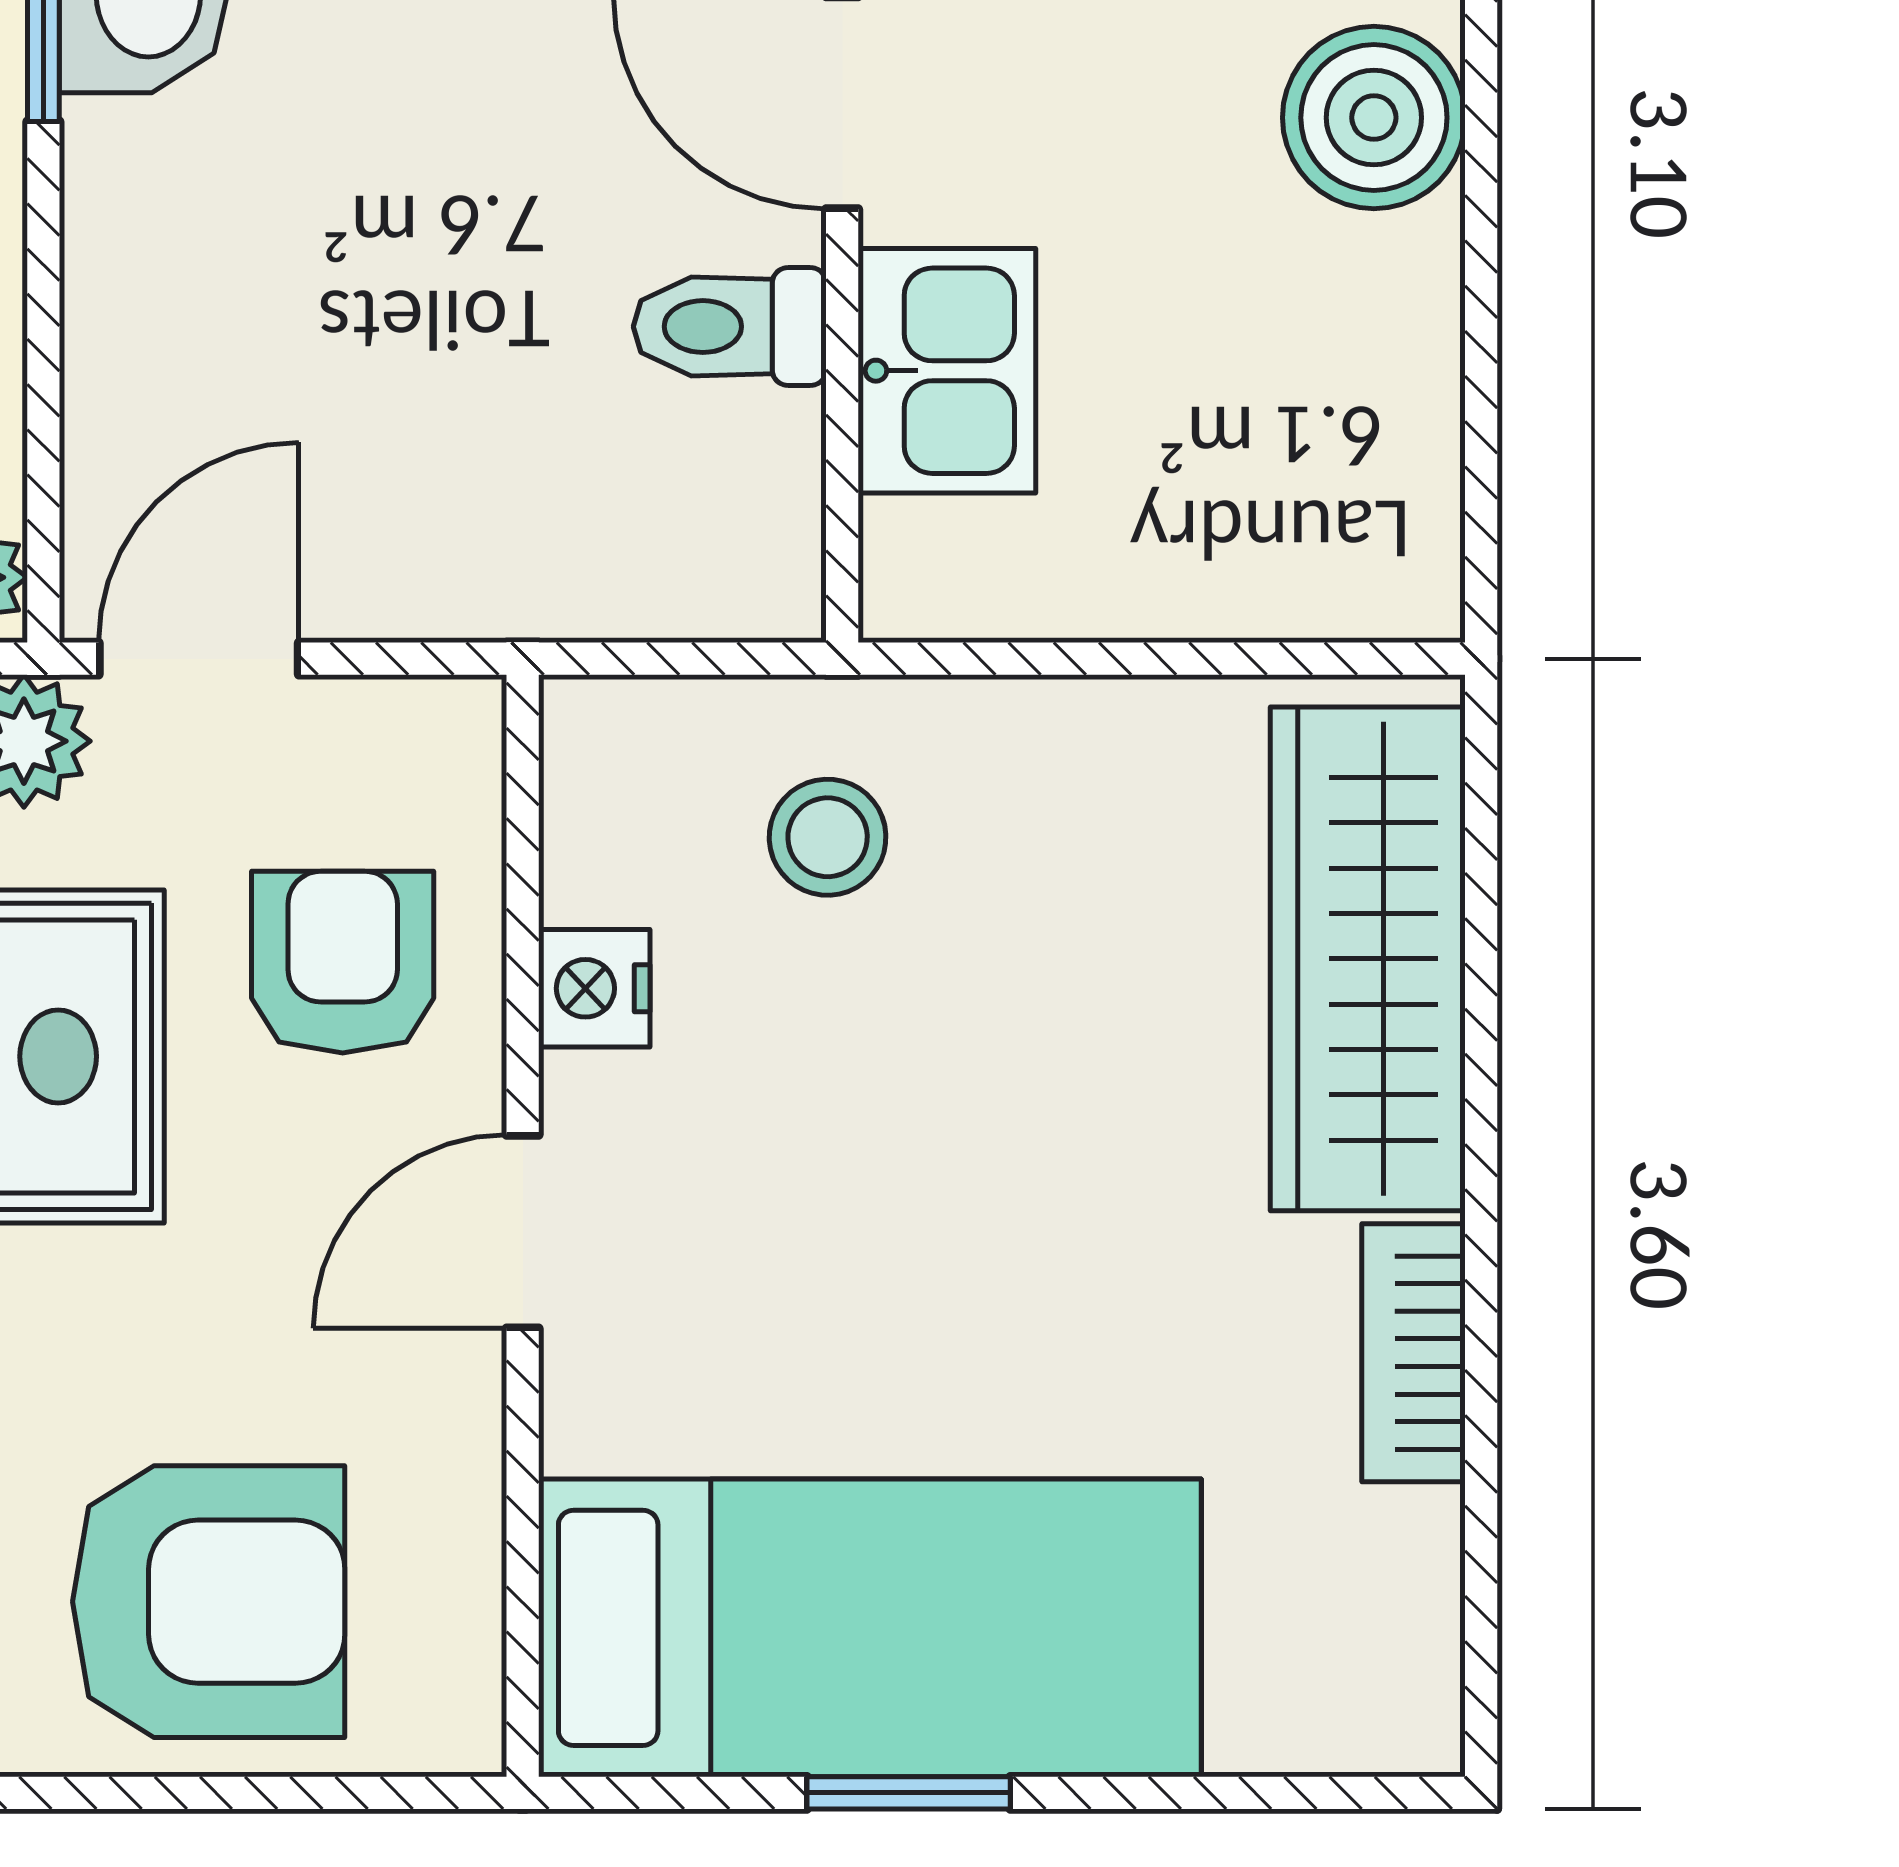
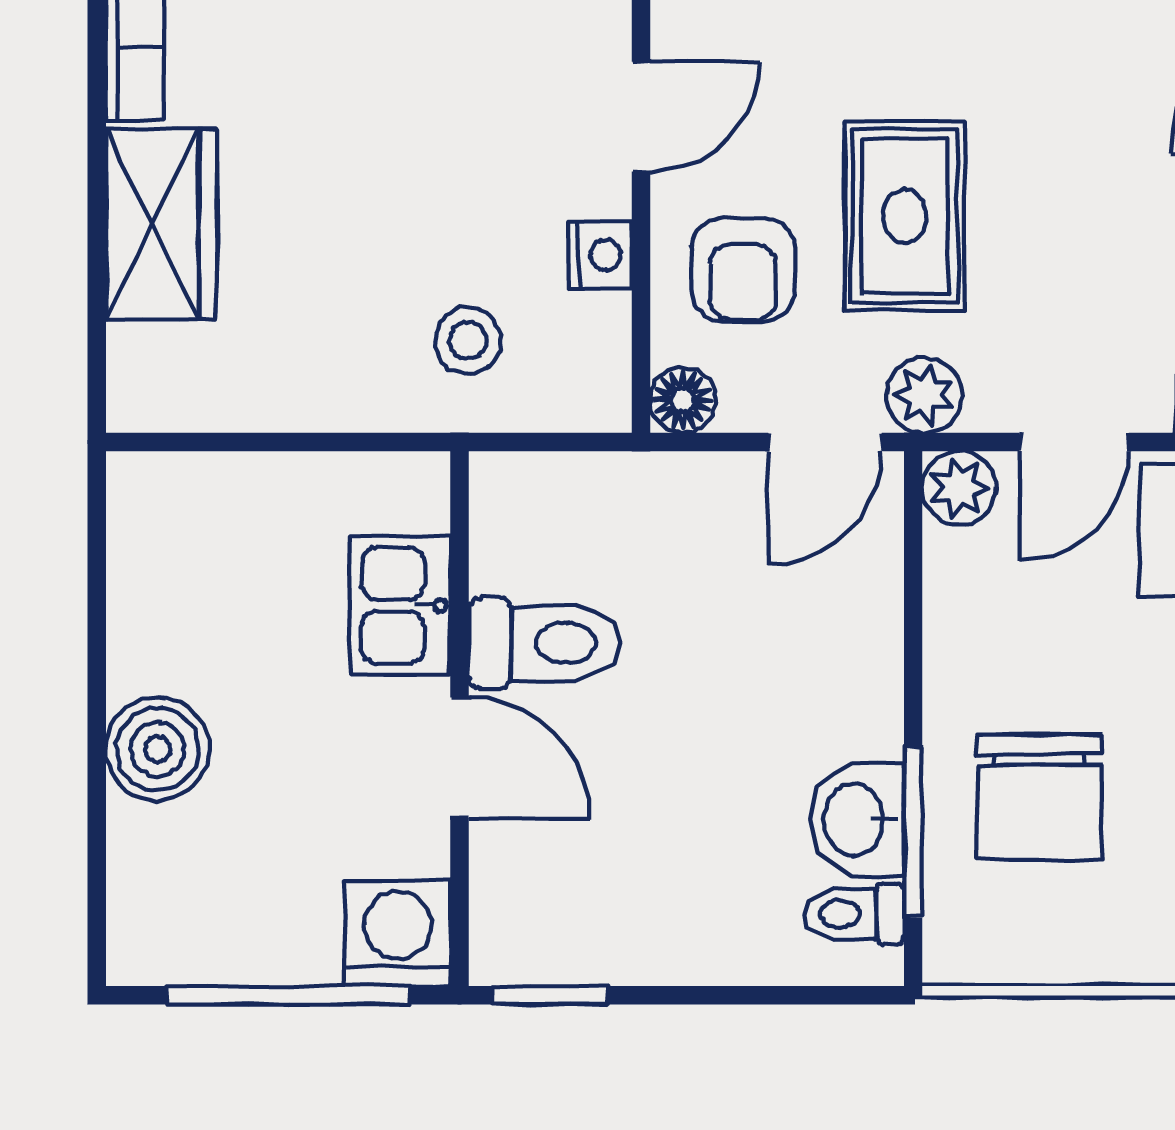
toilet: (730, 327) -> (544, 643), width x1.37, depth x1.39
floor lamp: (449, 732) -> (683, 400), added
wardrobe: (1368, 959) -> (161, 224), width x0.67

